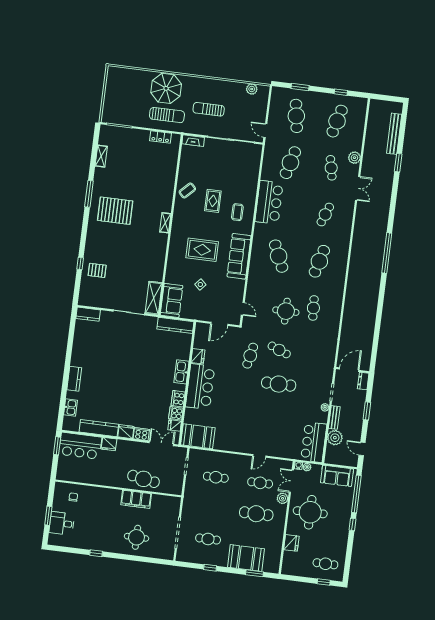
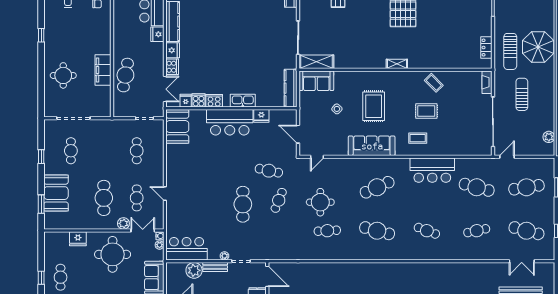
plant: (354, 158) -> (490, 254), removed
double door: (358, 188) -> (522, 261), moved

